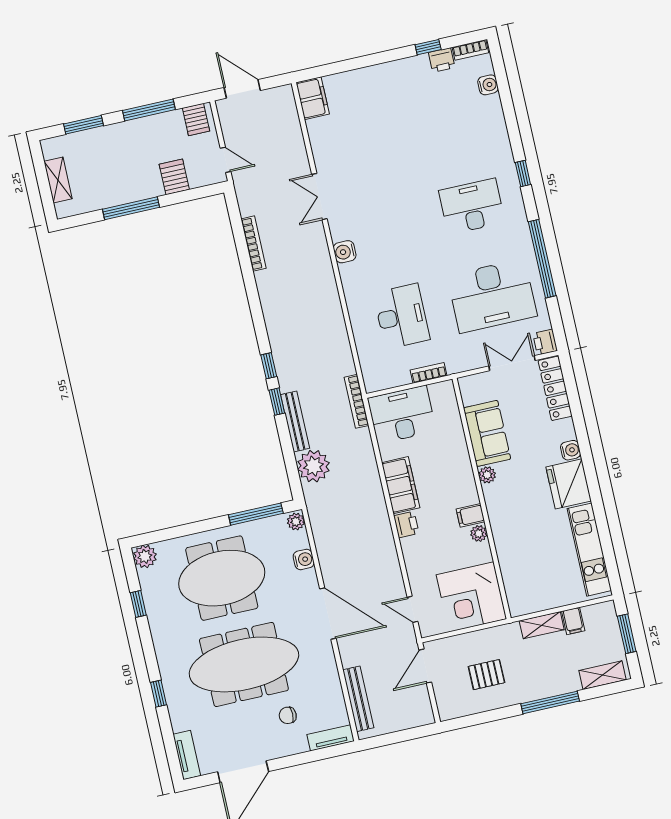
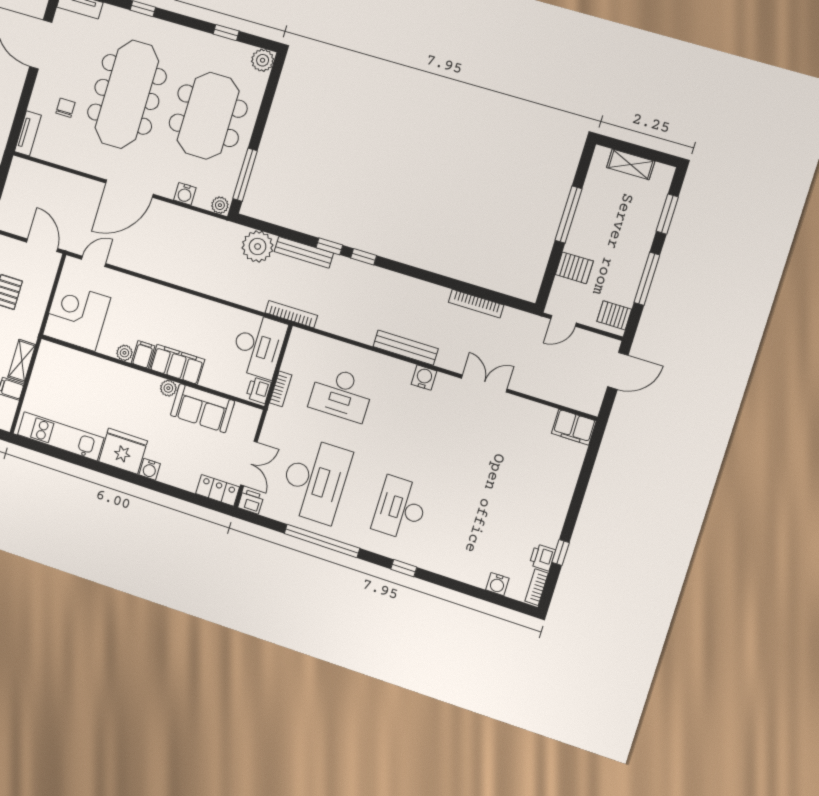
desk: (472, 206) -> (401, 508), turned 180
desk: (492, 296) -> (315, 480), turned 180
locker: (555, 388) -> (218, 490), width x0.66
filing cabinet: (401, 485) -> (177, 364), moved, turned 180
printer: (406, 525) -> (258, 390), moved, turned 90
bench: (358, 699) -> (406, 348), moved

